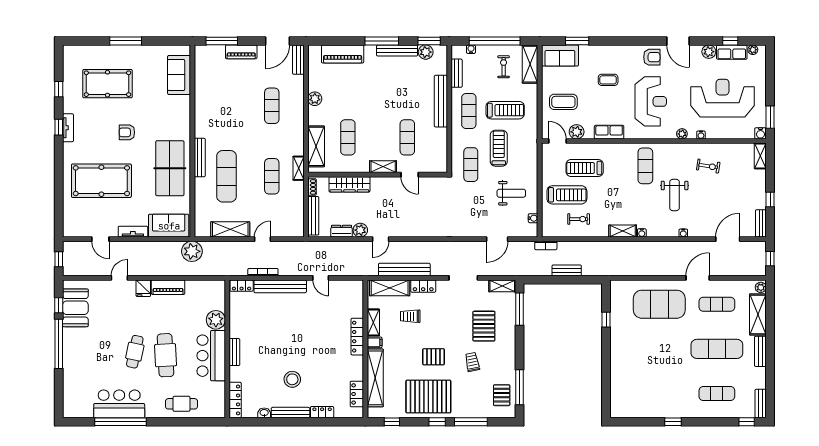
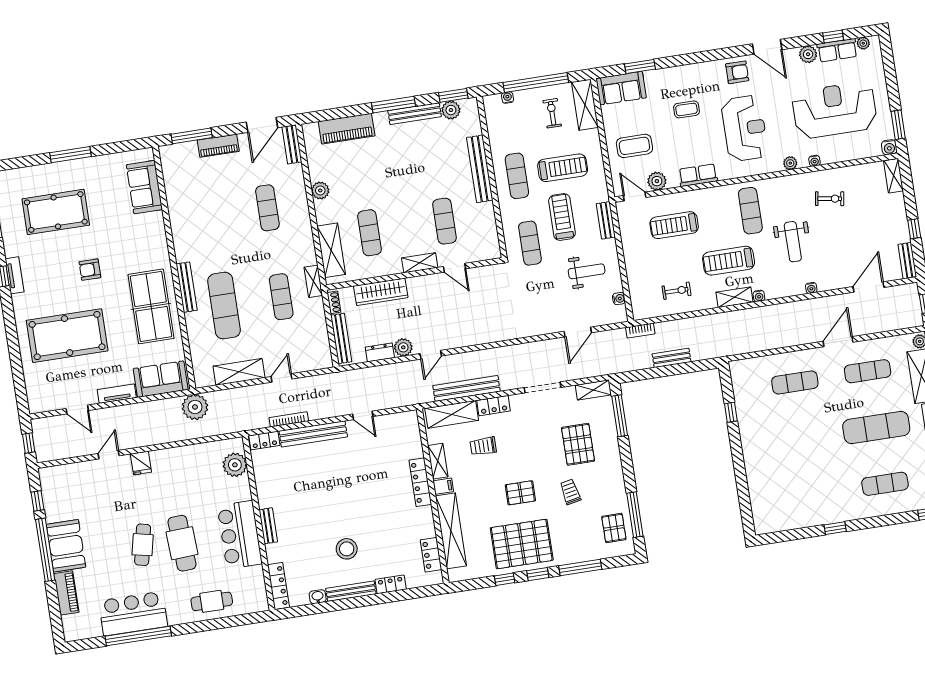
bench: (457, 73) -> (606, 220), moved
treadmill: (567, 195) -> (729, 261), moved, turned 180
piano: (168, 287) -> (66, 593), moved, turned -90
exercise mat: (659, 304) -> (795, 382), width x0.50, depth x0.69
booth: (75, 308) -> (66, 546), moved
plant: (216, 320) -> (235, 465), moved
window: (392, 422) -> (505, 579), moved

